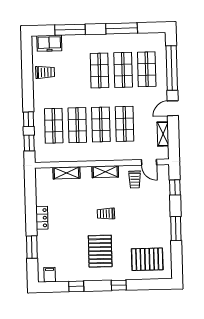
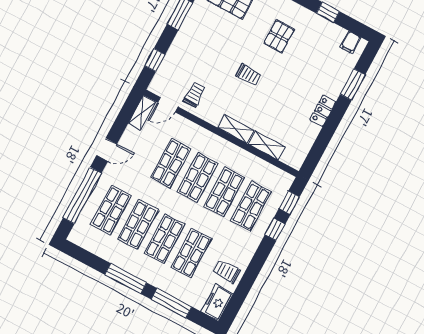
window: (122, 28) -> (126, 279), moved
freezer: (49, 43) -> (217, 302), moved, turned -90
shop shelf: (76, 71) -> (191, 253), added
shelving: (163, 134) -> (142, 113), moved
door: (149, 162) -> (168, 105), swing flipped
shelving: (105, 172) -> (236, 129), moved
pallet: (100, 251) -> (279, 36), width x0.67, depth x0.71

